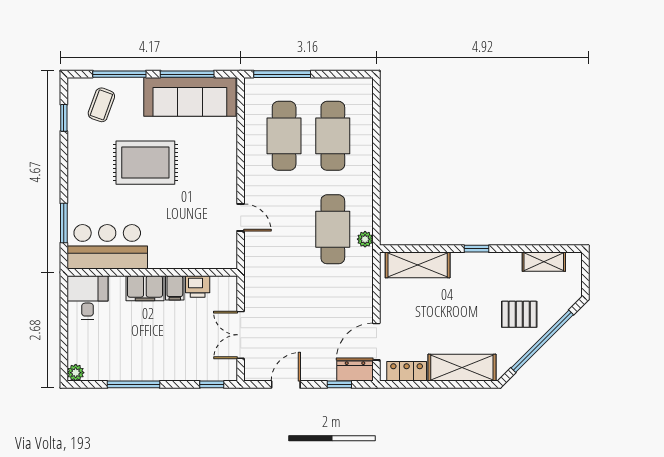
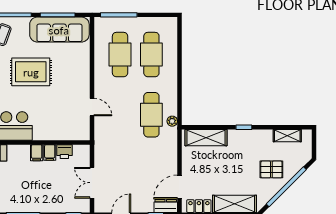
filing cabinet: (145, 288) -> (37, 153), width x0.50

